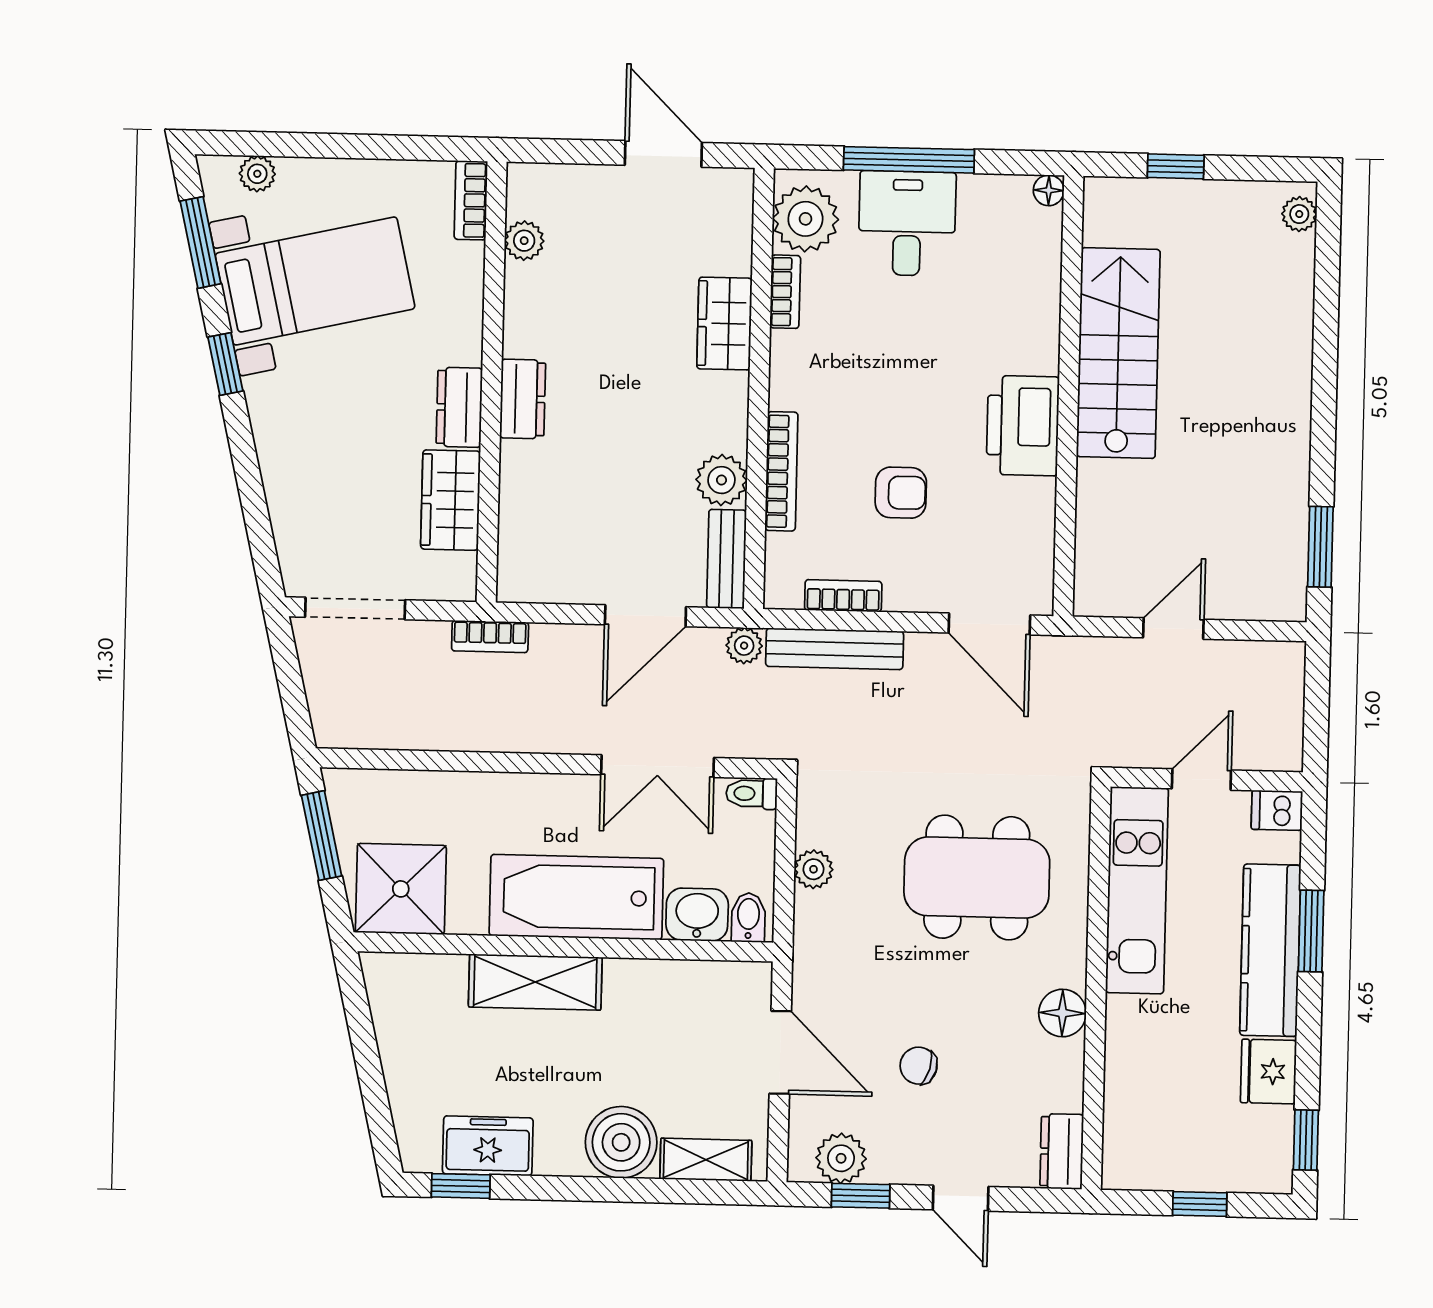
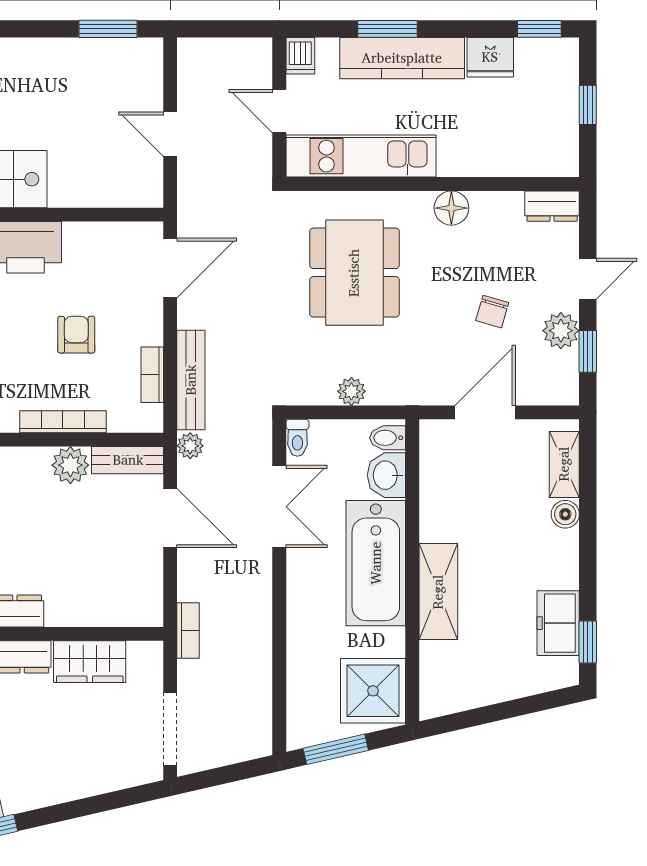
boiler: (621, 1142) -> (565, 514), width x0.54, depth x0.54
plant: (841, 1158) -> (561, 331), moved

